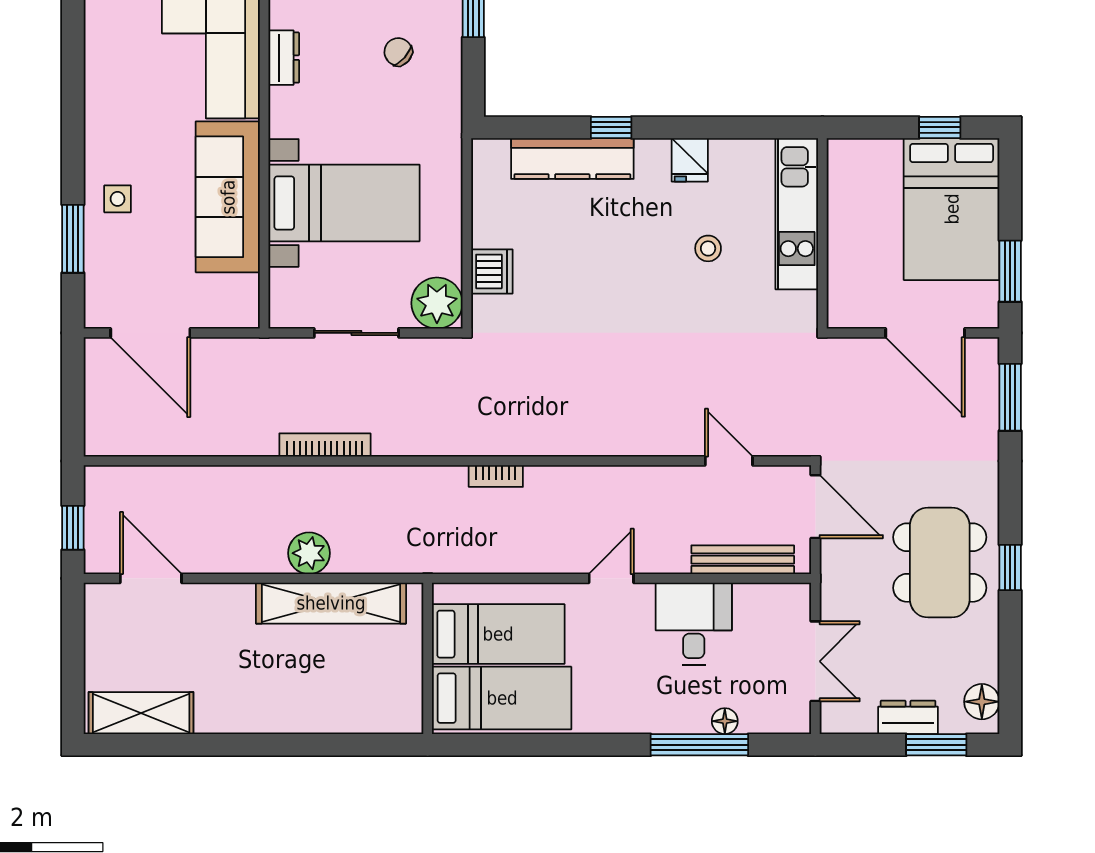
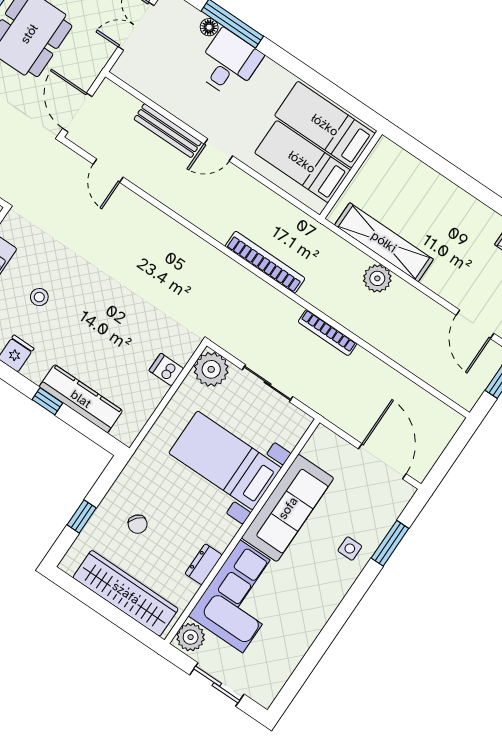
dishwasher: (492, 271) -> (166, 370), width x0.73
bookcase: (496, 476) -> (265, 262), width x2.31, depth x1.31
bench: (743, 560) -> (168, 131), moved
desk: (694, 624) -> (229, 63), moved, turned 180

